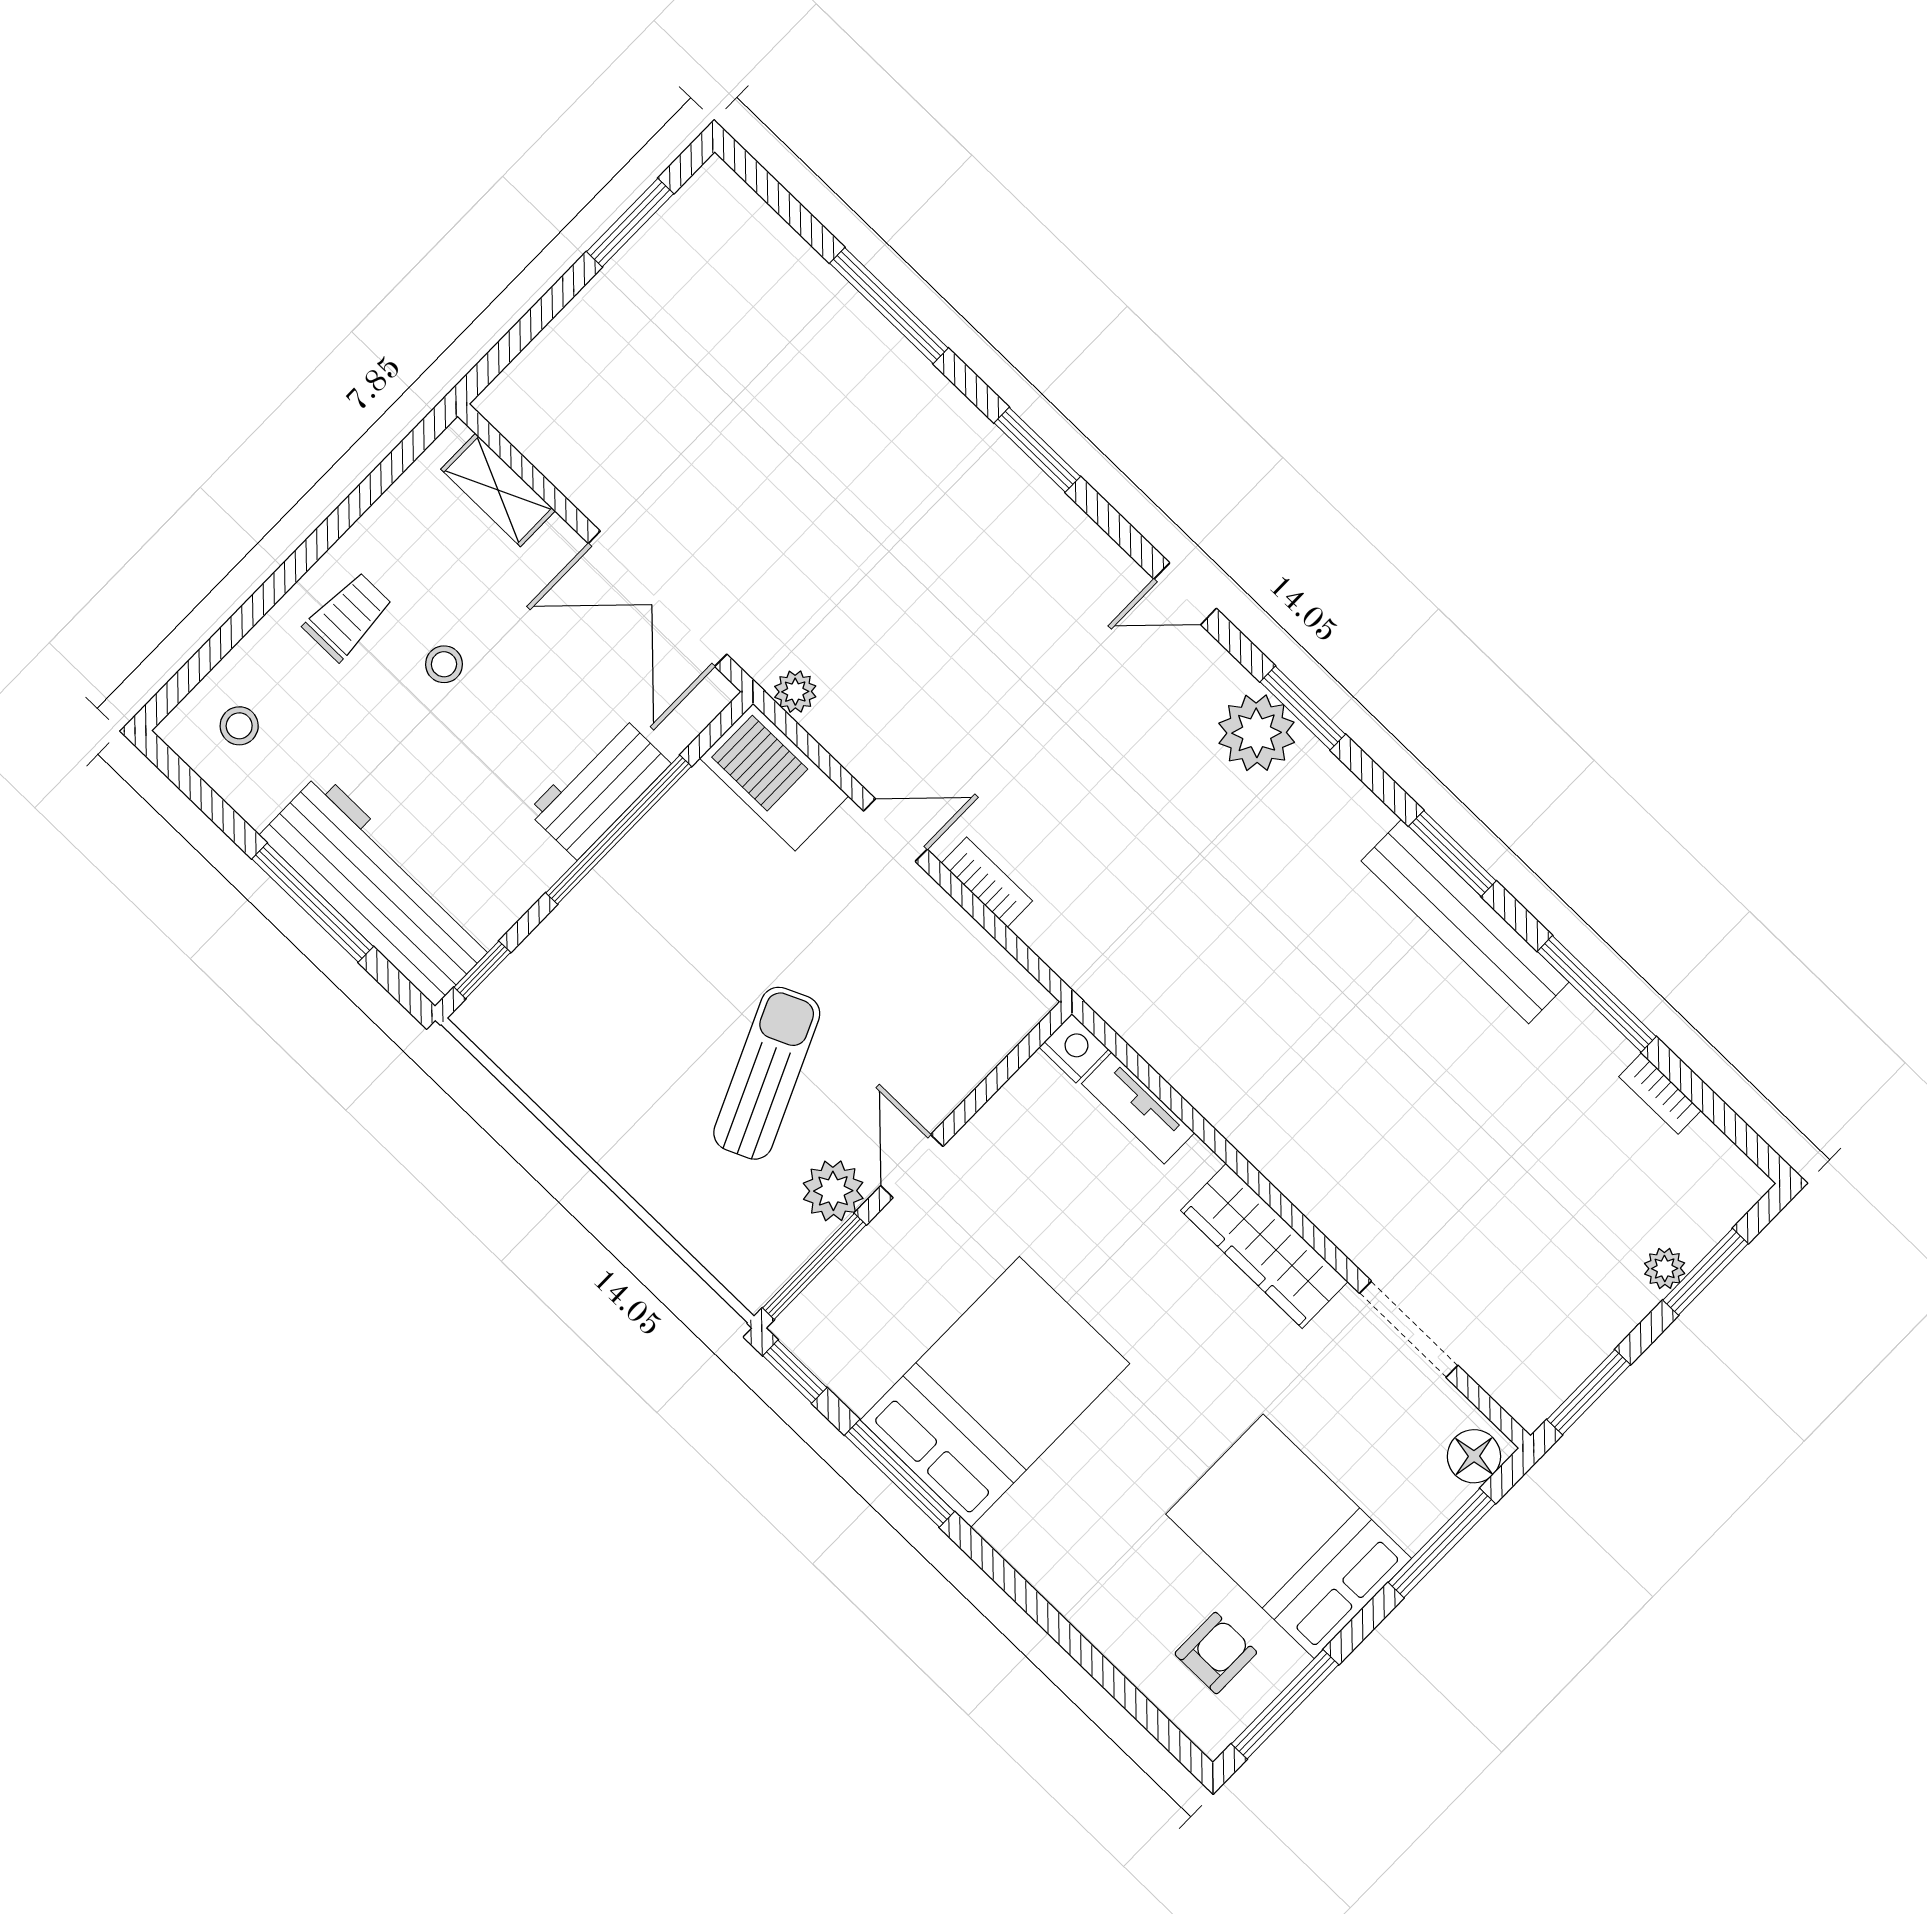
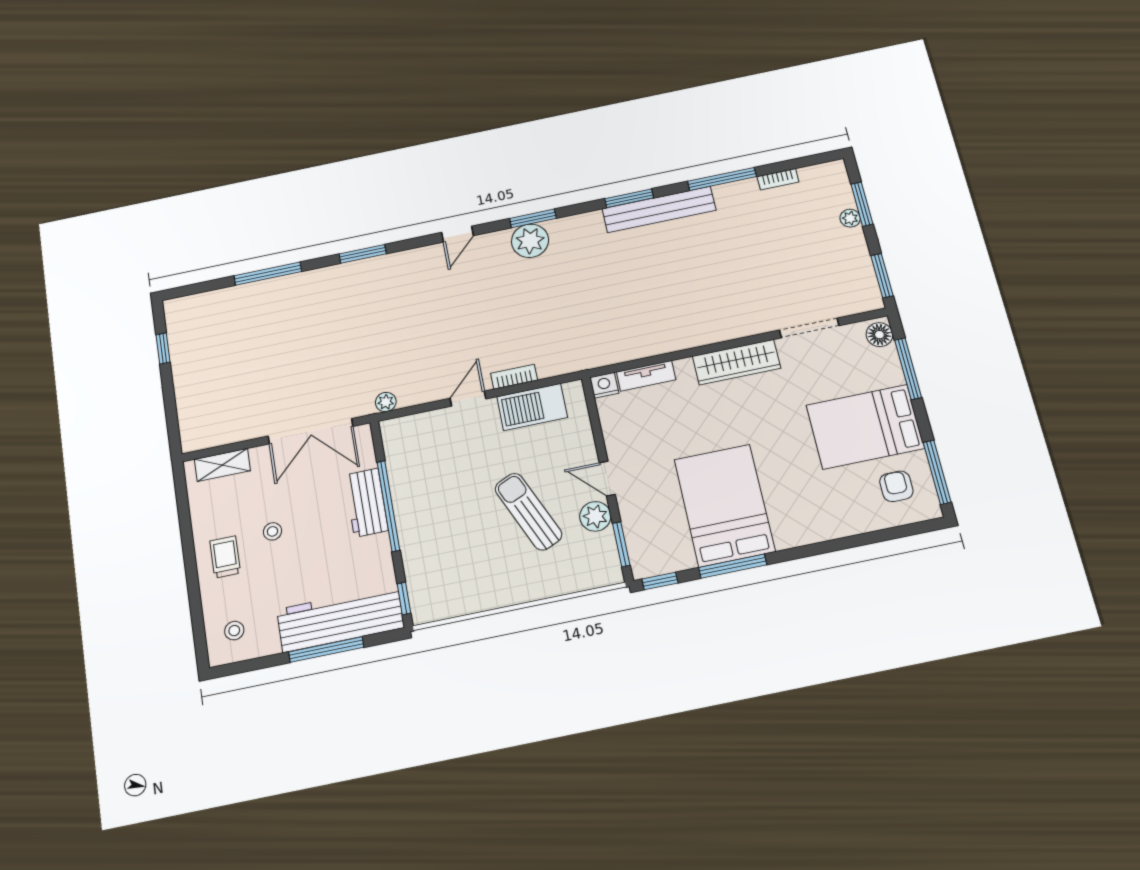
window: (630, 223) -> (163, 348), width x0.67
barbecue: (774, 777) -> (532, 407), moved
window: (814, 1266) -> (621, 544), width x0.69

